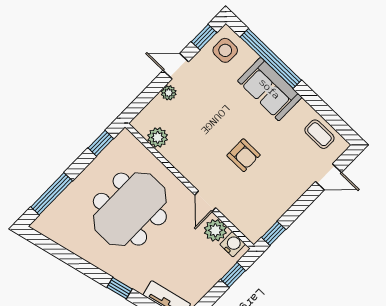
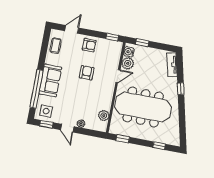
door: (328, 177) -> (72, 29), hinge flipped
armchair: (285, 188) -> (89, 45), added
window: (52, 194) -> (159, 146), width x0.46
meeting table: (130, 209) -> (143, 107), width x1.36

